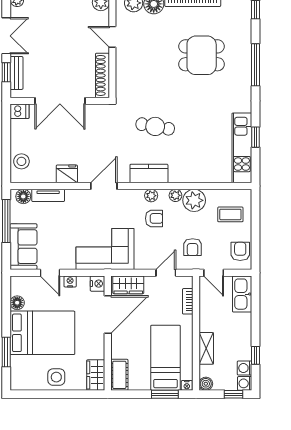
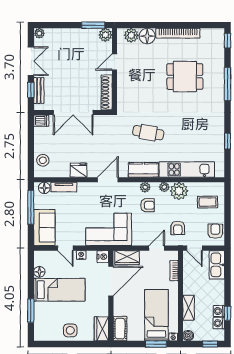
door: (112, 37) -> (114, 62), hinge flipped
kitchen unit: (242, 148) -> (187, 169), moved, turned 90
bed: (42, 333) -> (59, 290), width x0.67
washing machine: (245, 383) -> (219, 311), moved

